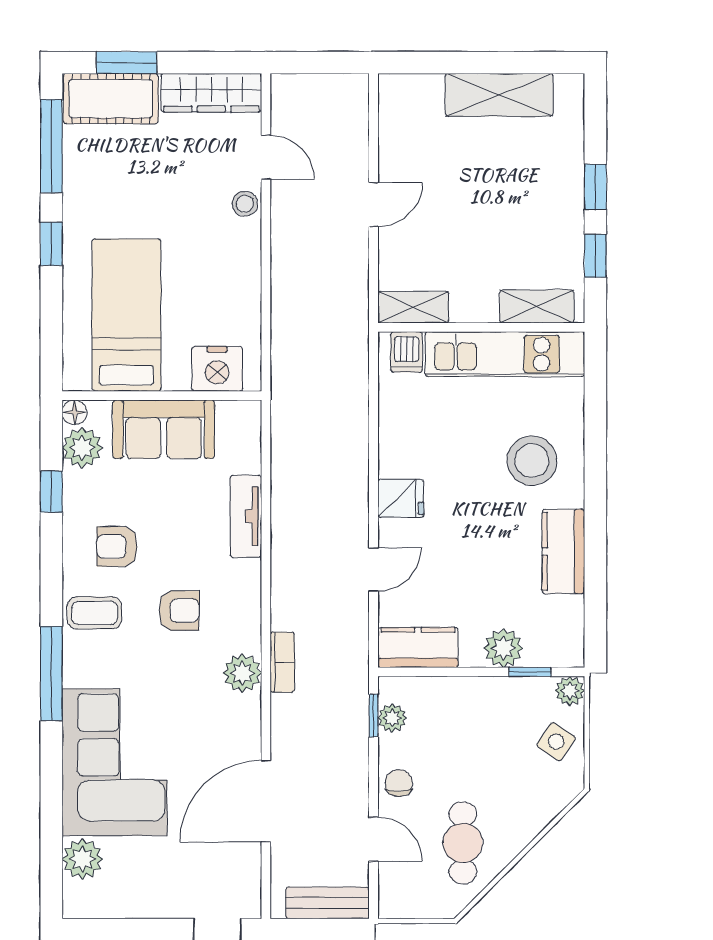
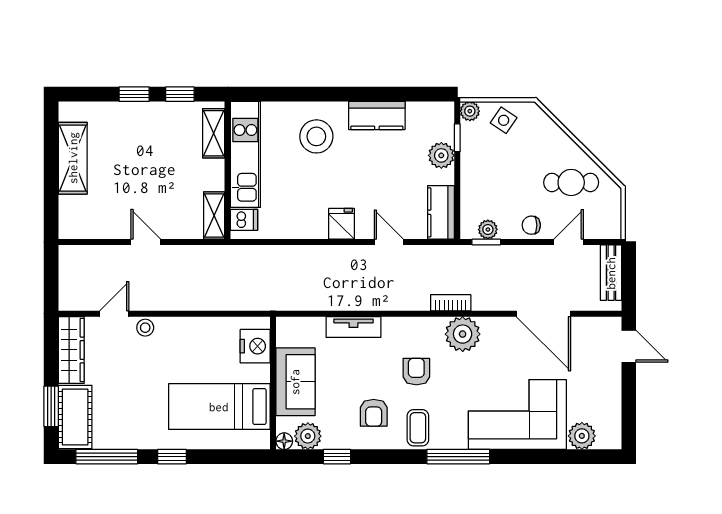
plant: (242, 673) -> (463, 334), width x1.36, depth x1.36

